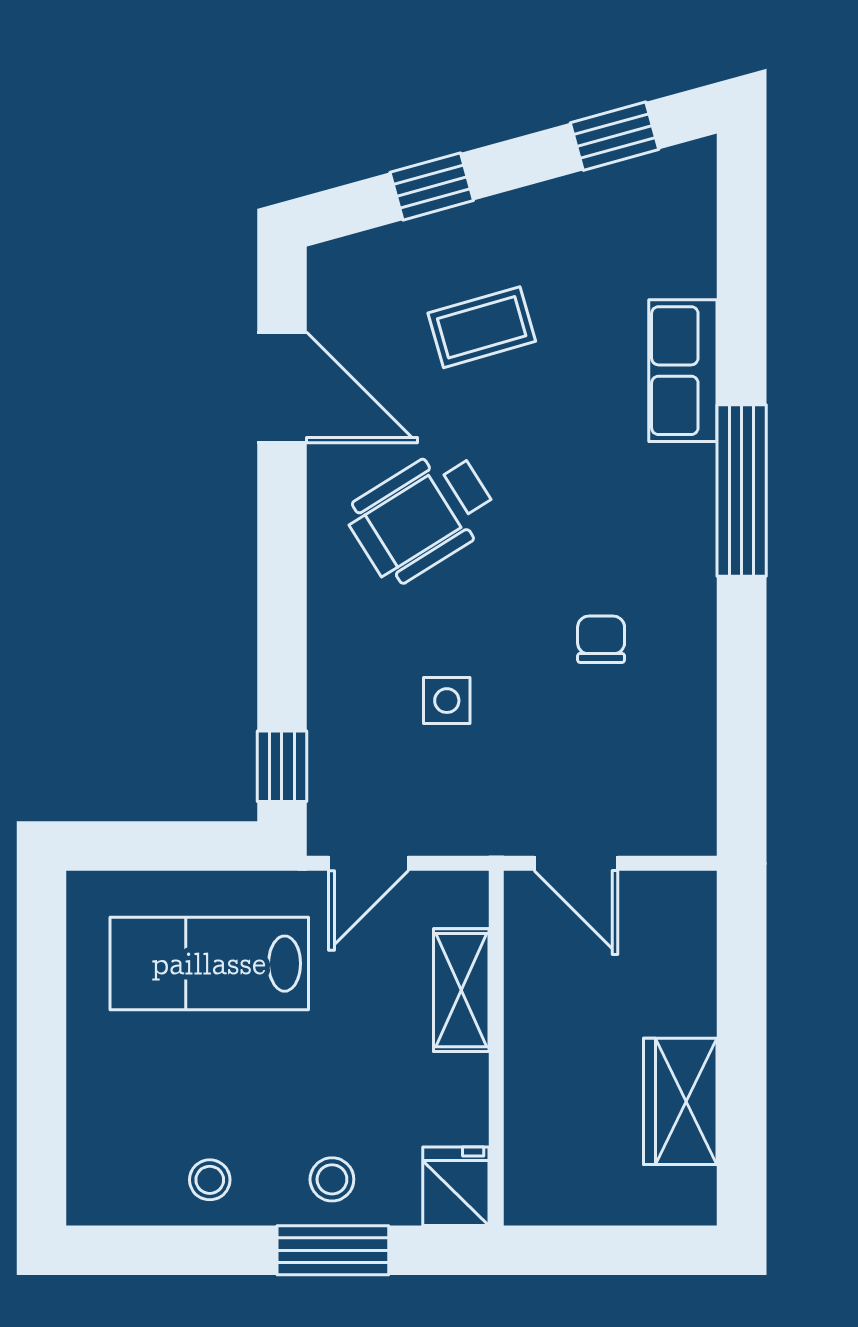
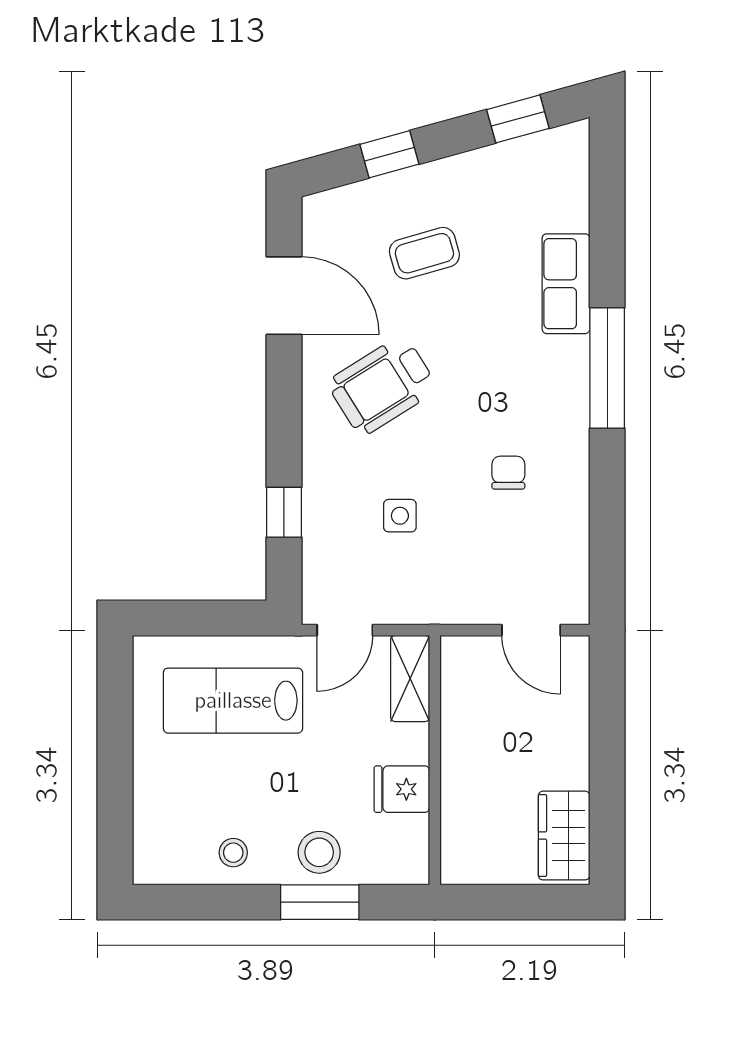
window: (282, 766) -> (284, 512), moved
door: (576, 863) -> (531, 630), moved
shelving: (461, 990) -> (410, 678), moved
wardrobe: (680, 1101) -> (564, 836), moved
stool: (332, 1179) -> (319, 852), width x1.37, depth x1.37
fridge: (456, 1186) -> (402, 789), moved, turned -90

